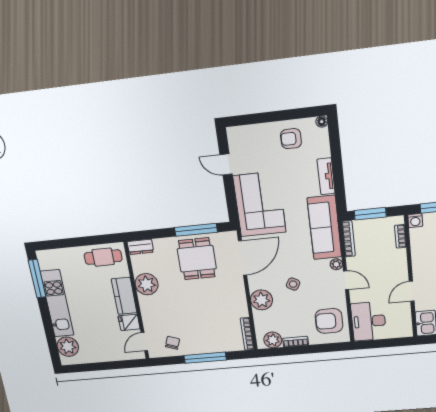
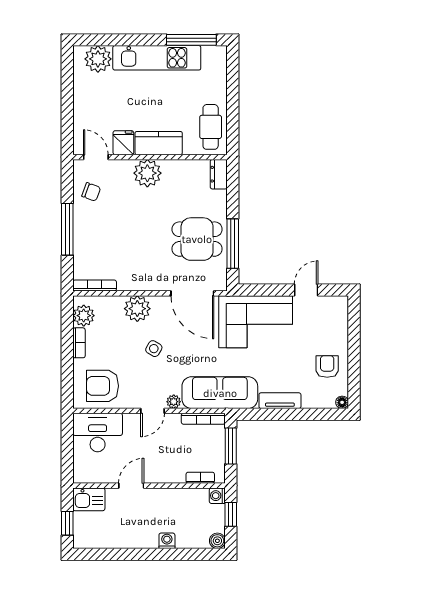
plant: (147, 284) -> (147, 173), moved
door: (412, 291) -> (131, 486), hinge flipped
armchair: (329, 321) -> (102, 386), turned -90

